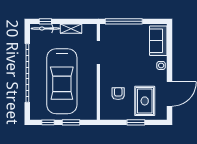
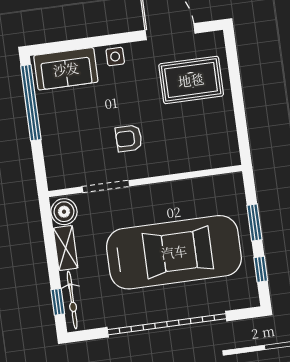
window: (124, 21) -> (31, 103), moved
boiler: (89, 30) -> (64, 212), added
armchair: (118, 94) -> (129, 138), moved
window: (136, 122) -> (237, 92), removed

